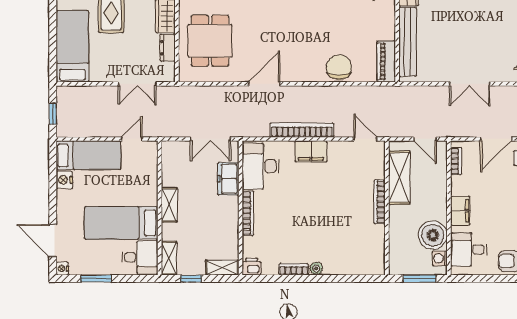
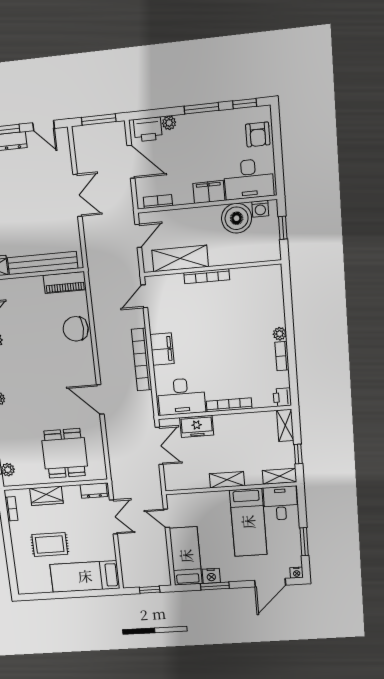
dining table: (210, 41) -> (65, 453), turned 90
dresser: (167, 48) -> (94, 491), moved
window: (53, 183) -> (215, 586), added
desk: (469, 250) -> (249, 179), width x1.37
window: (419, 278) -> (283, 228), width x0.67

